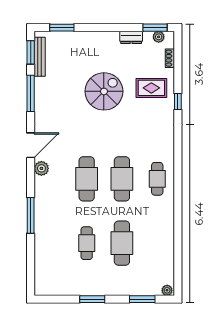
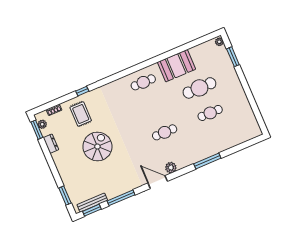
spiral stairs: (104, 91) -> (97, 146), turned 90
cafe table: (87, 179) -> (165, 132), width x0.73, depth x0.74
cafe table: (122, 179) -> (154, 107), removed
booth: (160, 227) -> (176, 66), added
window: (92, 299) -> (248, 92), removed

